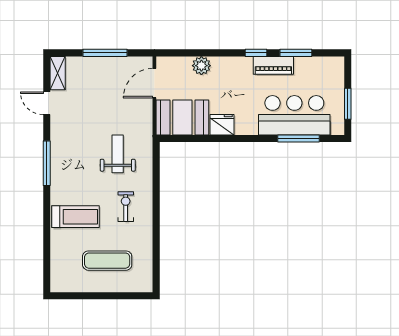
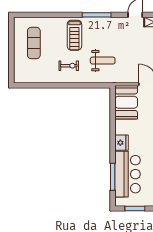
fridge: (222, 125) -> (121, 143), moved
treadmill: (76, 217) -> (74, 35), moved
exercise mat: (107, 261) -> (34, 43), moved

